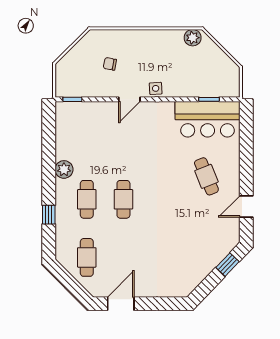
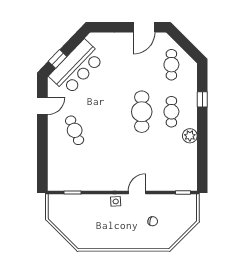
plant: (193, 38) -> (86, 242), removed
bar counter: (208, 119) -> (77, 67), moved, turned 134
cafe table: (123, 199) -> (142, 112), width x1.37, depth x1.35

